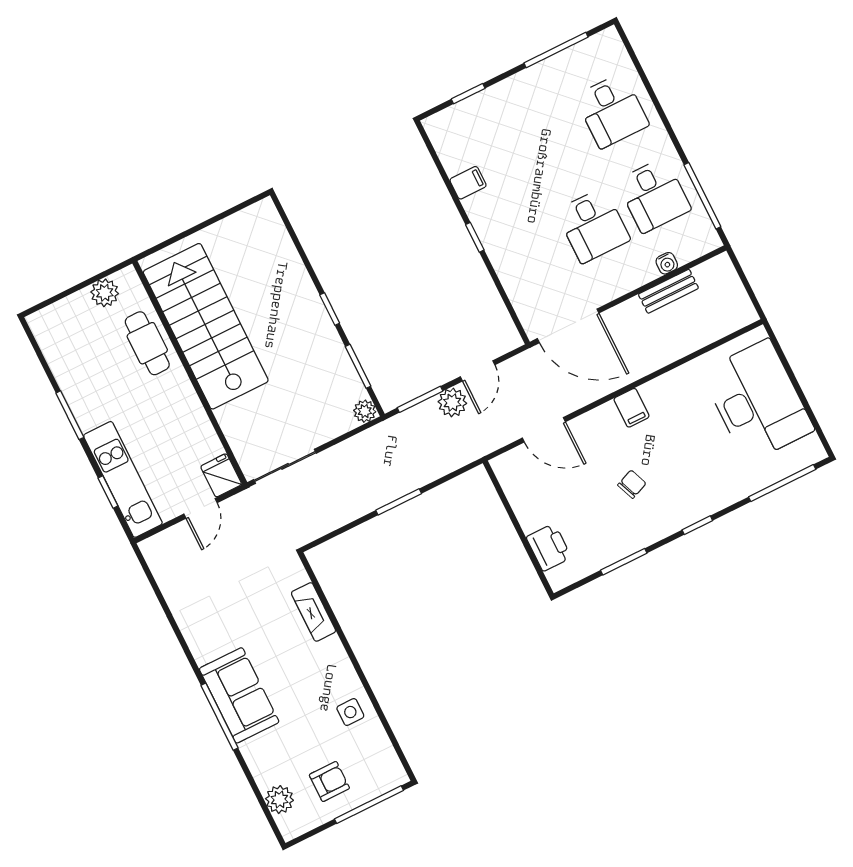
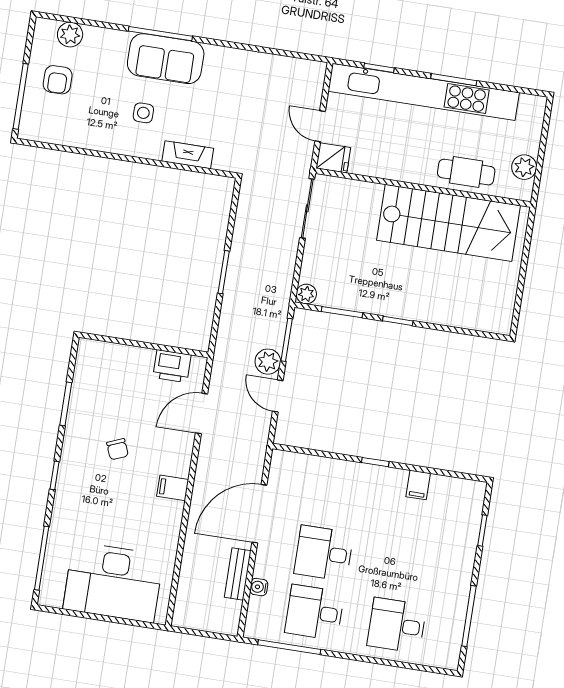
door: (568, 326) -> (259, 514), moved
kitchen unit: (123, 479) -> (424, 92), width x1.86
printer: (549, 547) -> (172, 366), moved
side table: (350, 712) -> (143, 113), moved

